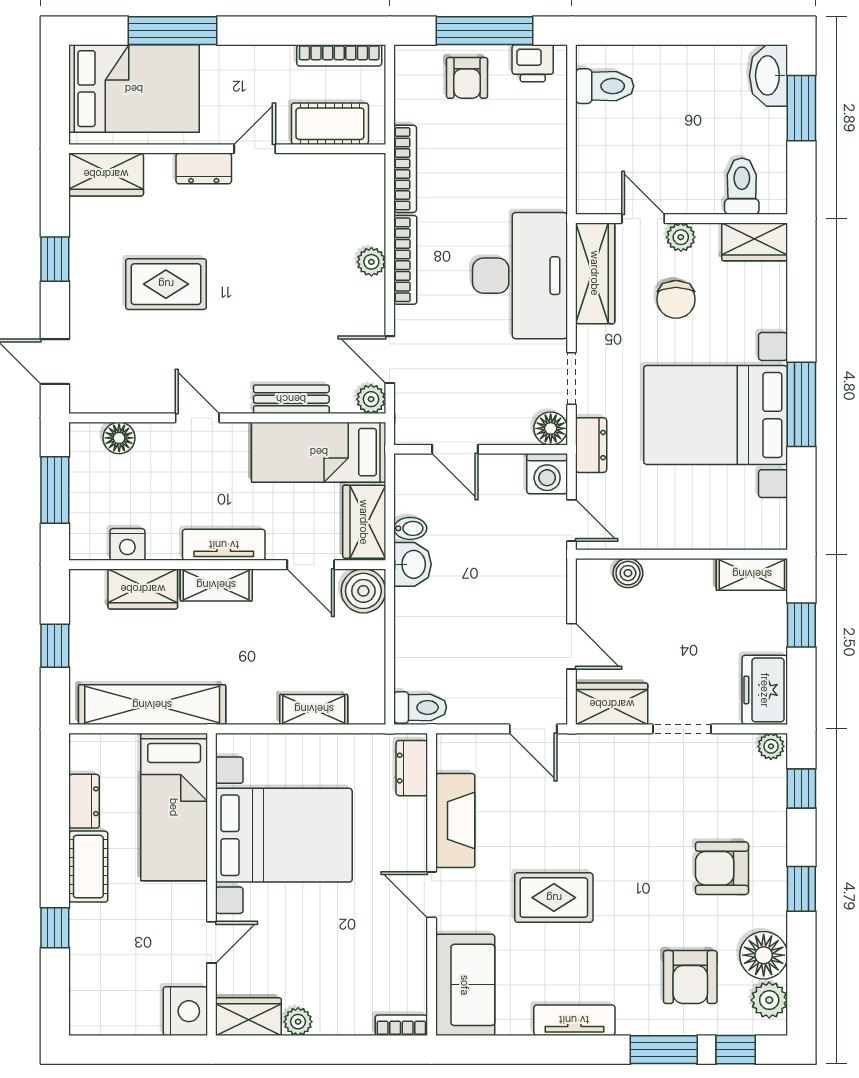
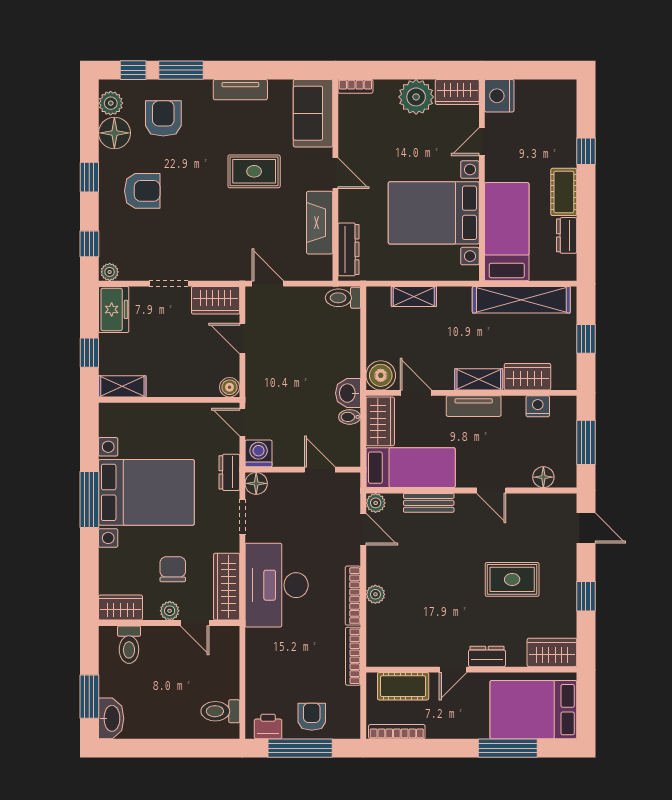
boiler: (628, 573) -> (230, 387), moved
dresser: (412, 768) -> (349, 249), width x1.44
plant: (298, 1022) -> (416, 97), width x1.87, depth x1.87

